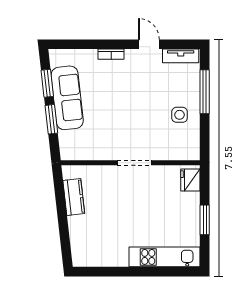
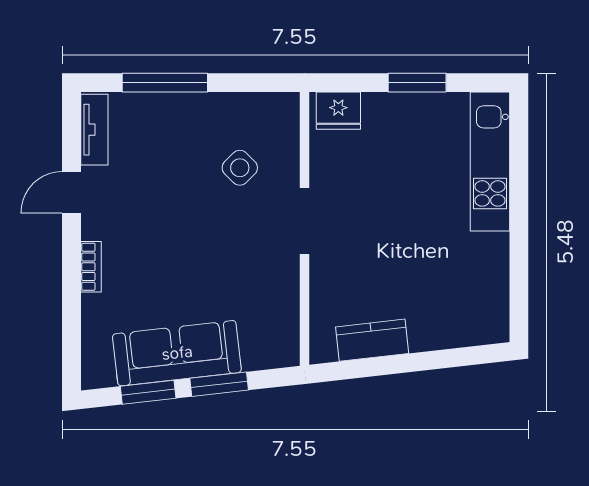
side table: (180, 115) -> (240, 168), moved, turned 45

